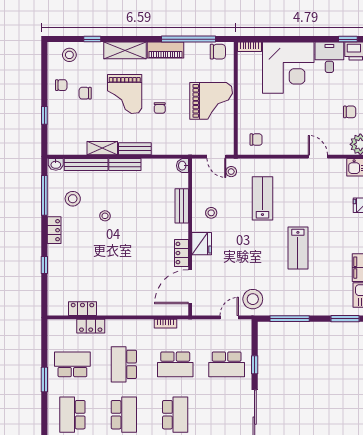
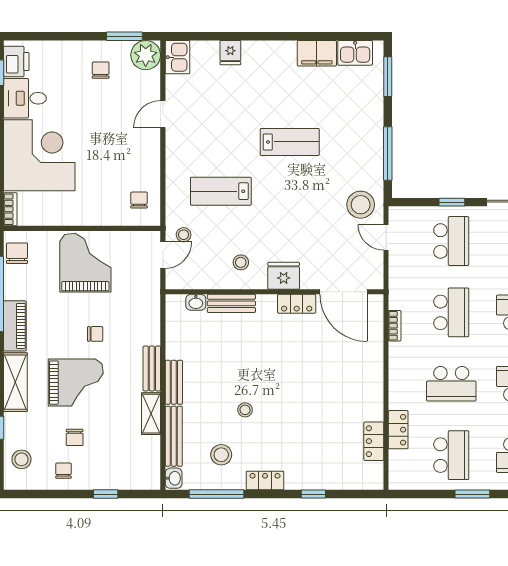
washbasin: (183, 166) -> (196, 302), moved
school desk: (72, 364) -> (451, 455), turned 180

